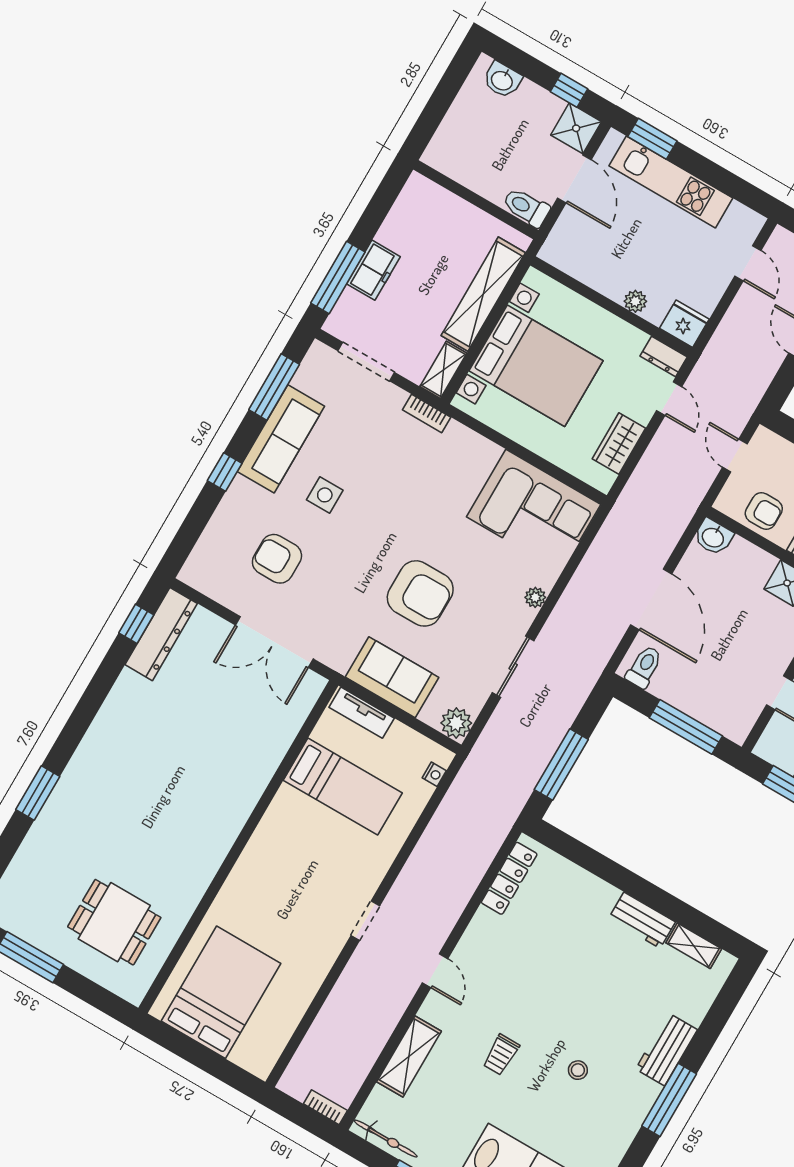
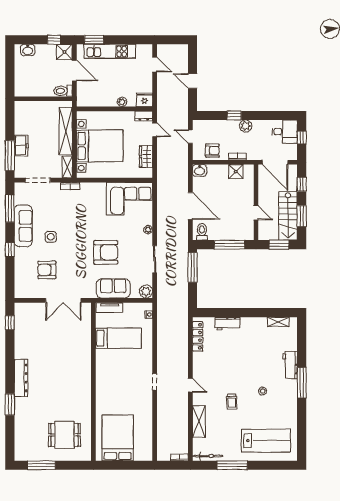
dresser: (161, 634) -> (21, 378), moved
window: (561, 765) -> (193, 267), moved
workbench: (642, 920) -> (227, 324), moved

